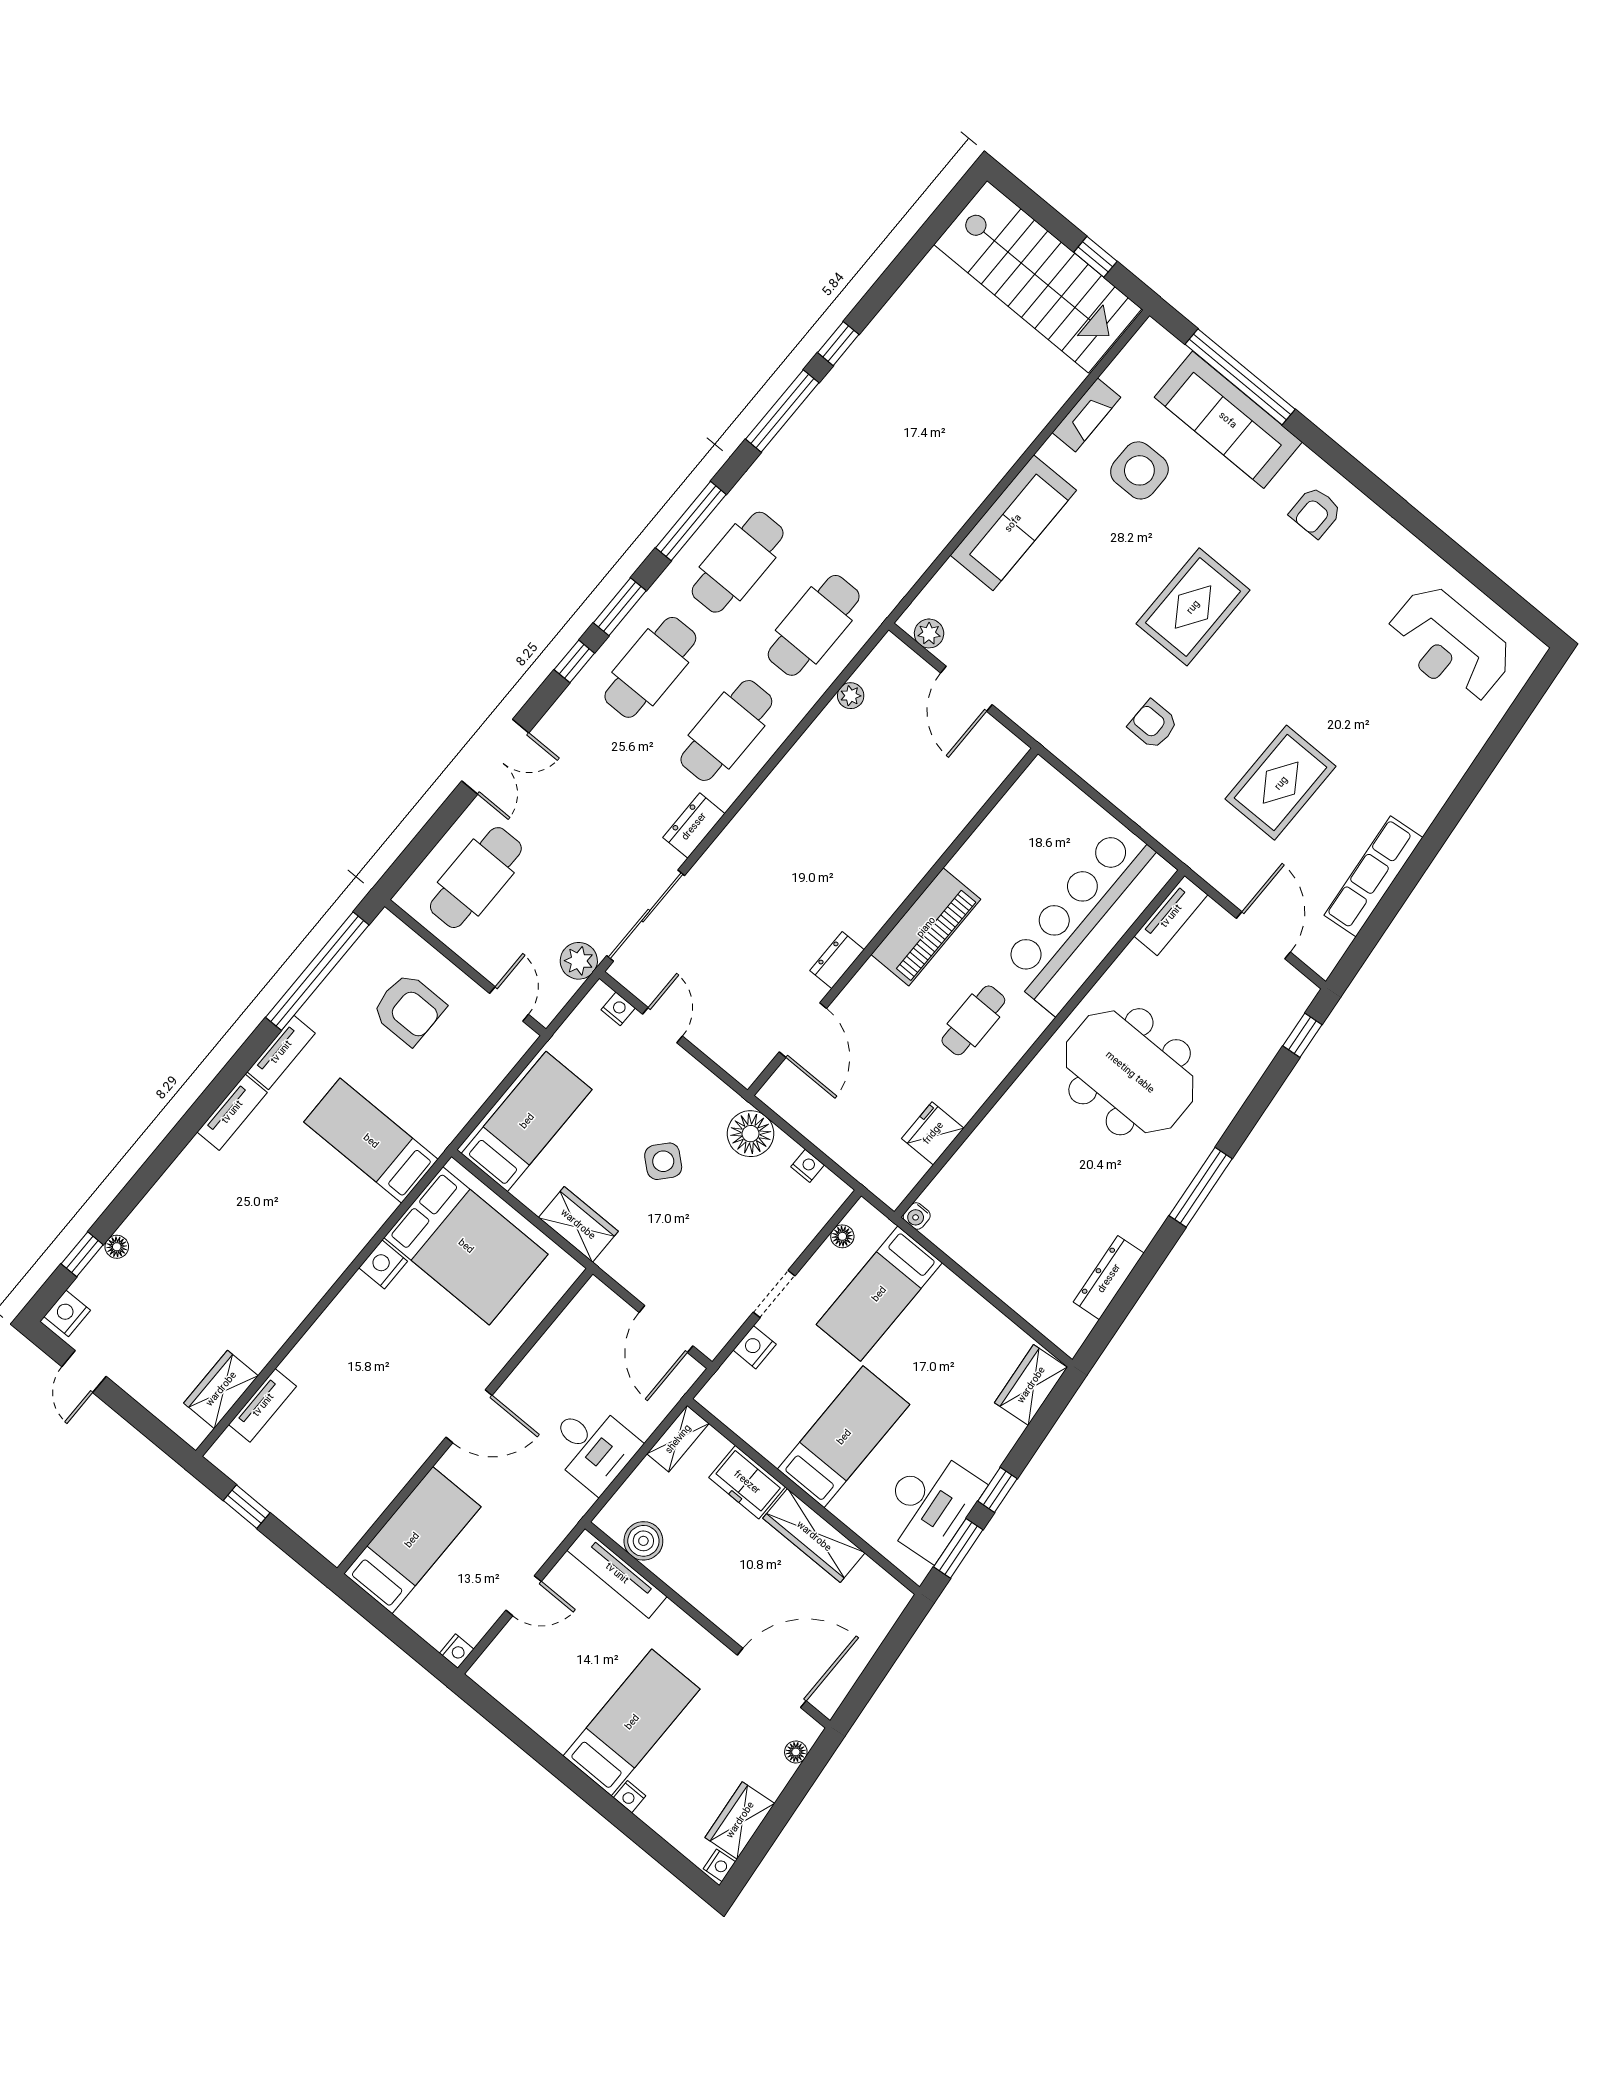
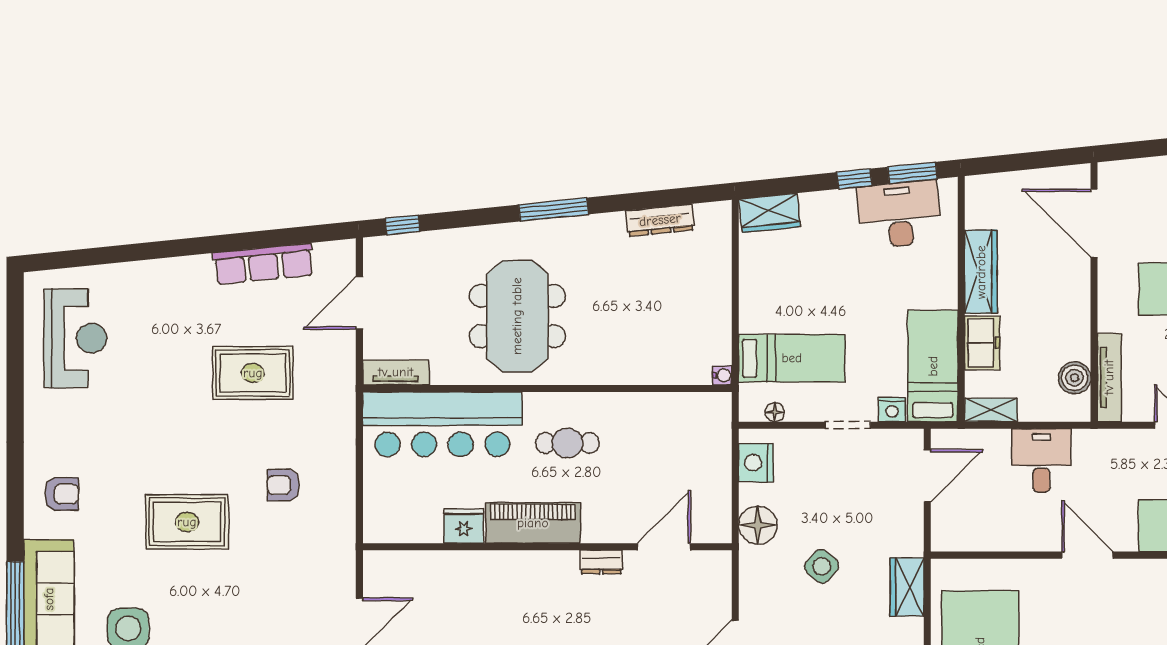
armchair: (1153, 724) -> (283, 485), turned 90
fridge: (933, 1133) -> (464, 526), moved, turned 180
nightstand: (808, 1166) -> (756, 463), width x1.89, depth x1.79
bed: (844, 1437) -> (933, 366), moved, turned 90
floor lamp: (796, 1752) -> (1129, 169), removed

